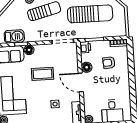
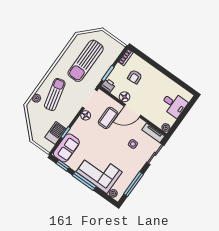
sun lounger: (90, 14) -> (86, 61), turned 180
floor lamp: (29, 50) -> (86, 115), moved
coffee table: (43, 74) -> (108, 118), moved

